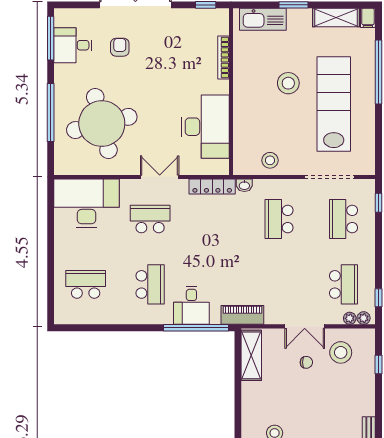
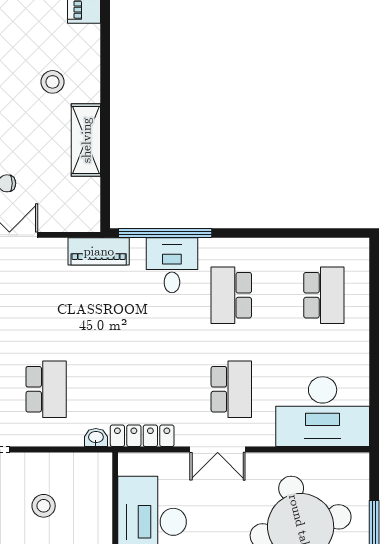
stool: (270, 160) -> (44, 506), moved
school desk: (150, 219) -> (231, 389), turned -90
school desk: (86, 284) -> (324, 295), turned -90
shelving: (251, 355) -> (86, 140), moved

